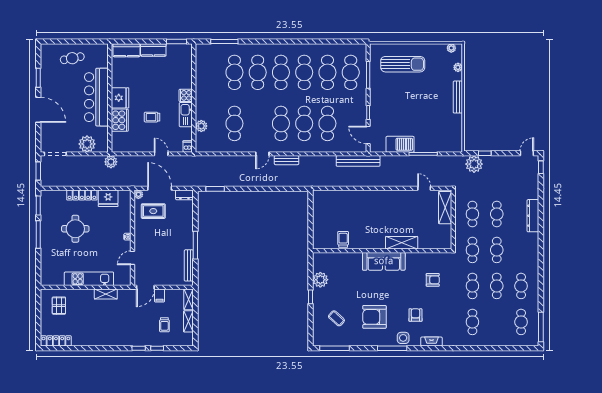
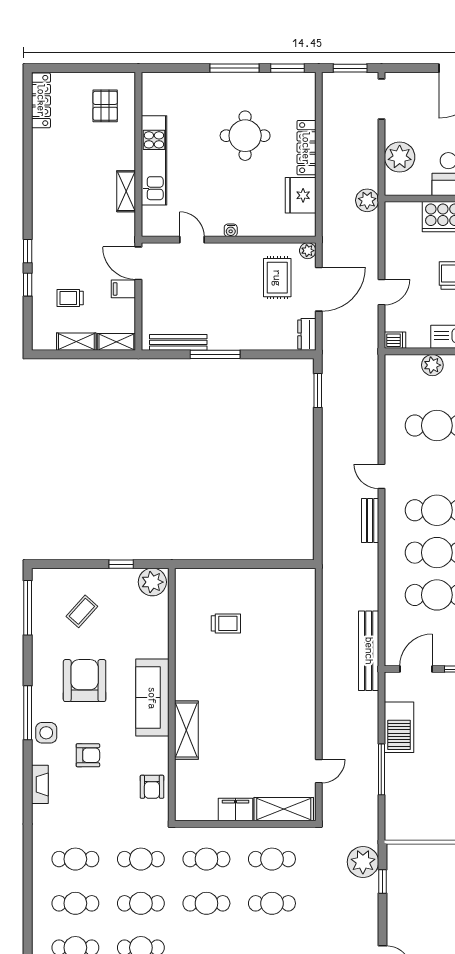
filing cabinet: (445, 234) -> (236, 810), added
shelving: (402, 243) -> (186, 730), moved
wall: (382, 251) -> (172, 695), moved
sofa: (384, 261) -> (152, 698), moved
pallet: (59, 306) -> (105, 106), turned 90
cafe table: (497, 322) -> (75, 903), added

